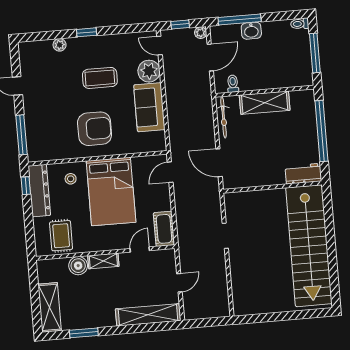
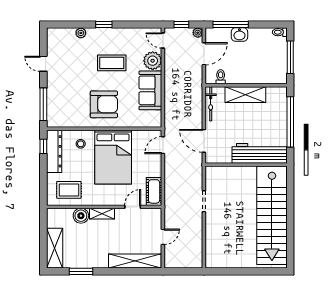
workbench: (303, 174) -> (260, 153), width x1.88, depth x1.32
rug: (61, 236) -> (69, 190), turned 90

